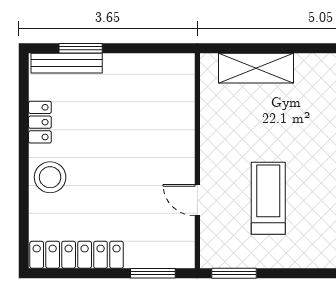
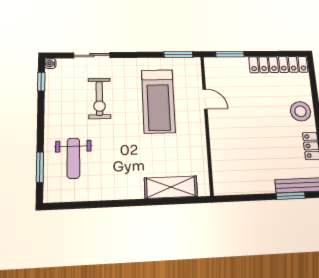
treadmill: (268, 198) -> (158, 101), width x1.37, depth x1.38

